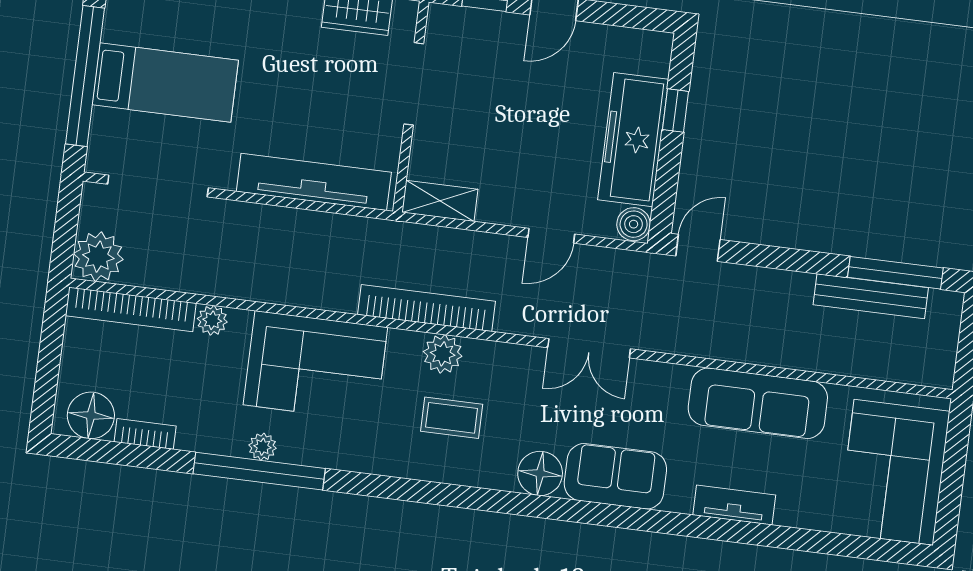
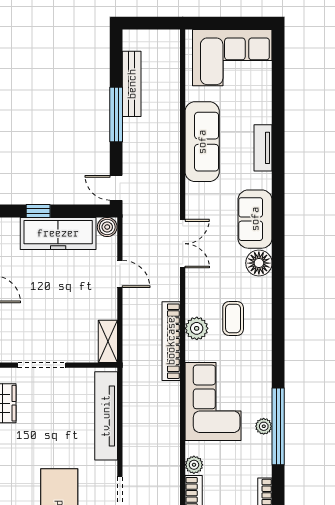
window: (895, 273) -> (116, 115), moved

